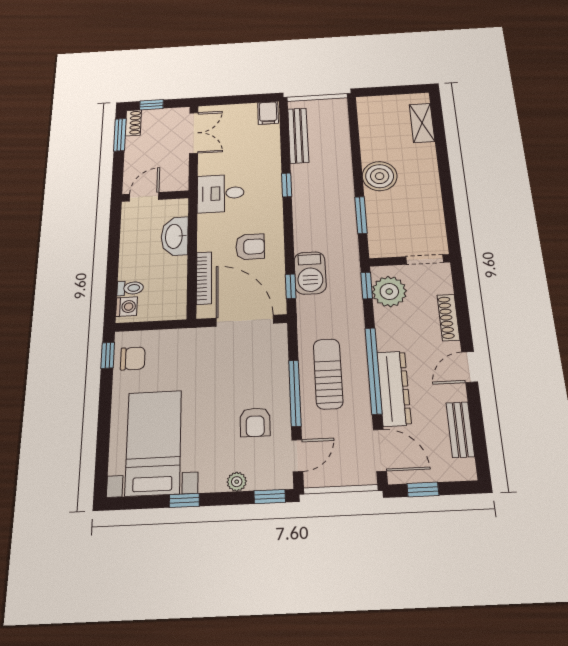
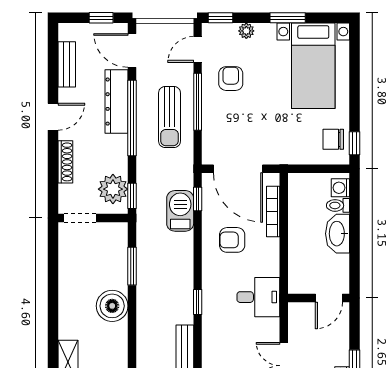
washbasin: (175, 236) -> (338, 234), moved, turned 180
window: (184, 500) -> (288, 18), width x1.50

